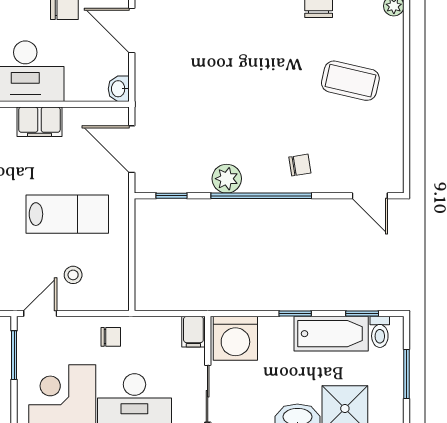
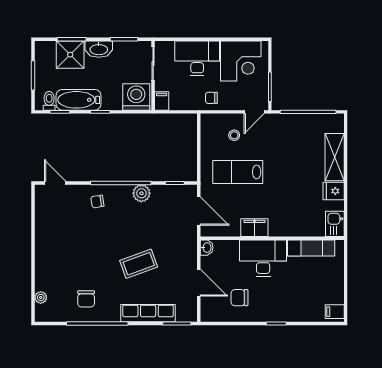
coffee table: (350, 81) -> (139, 264), moved, turned -33

